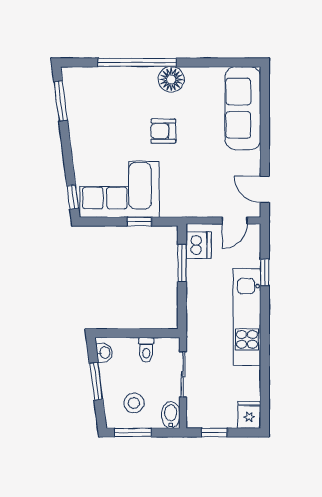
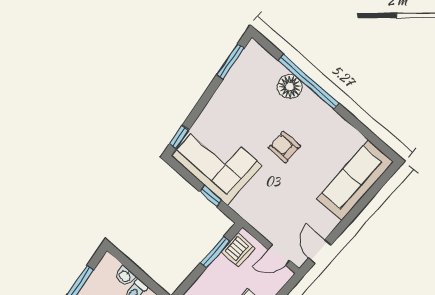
floor lamp: (171, 79) -> (290, 87), moved
washbasin: (104, 353) -> (125, 276), moved, turned 97

